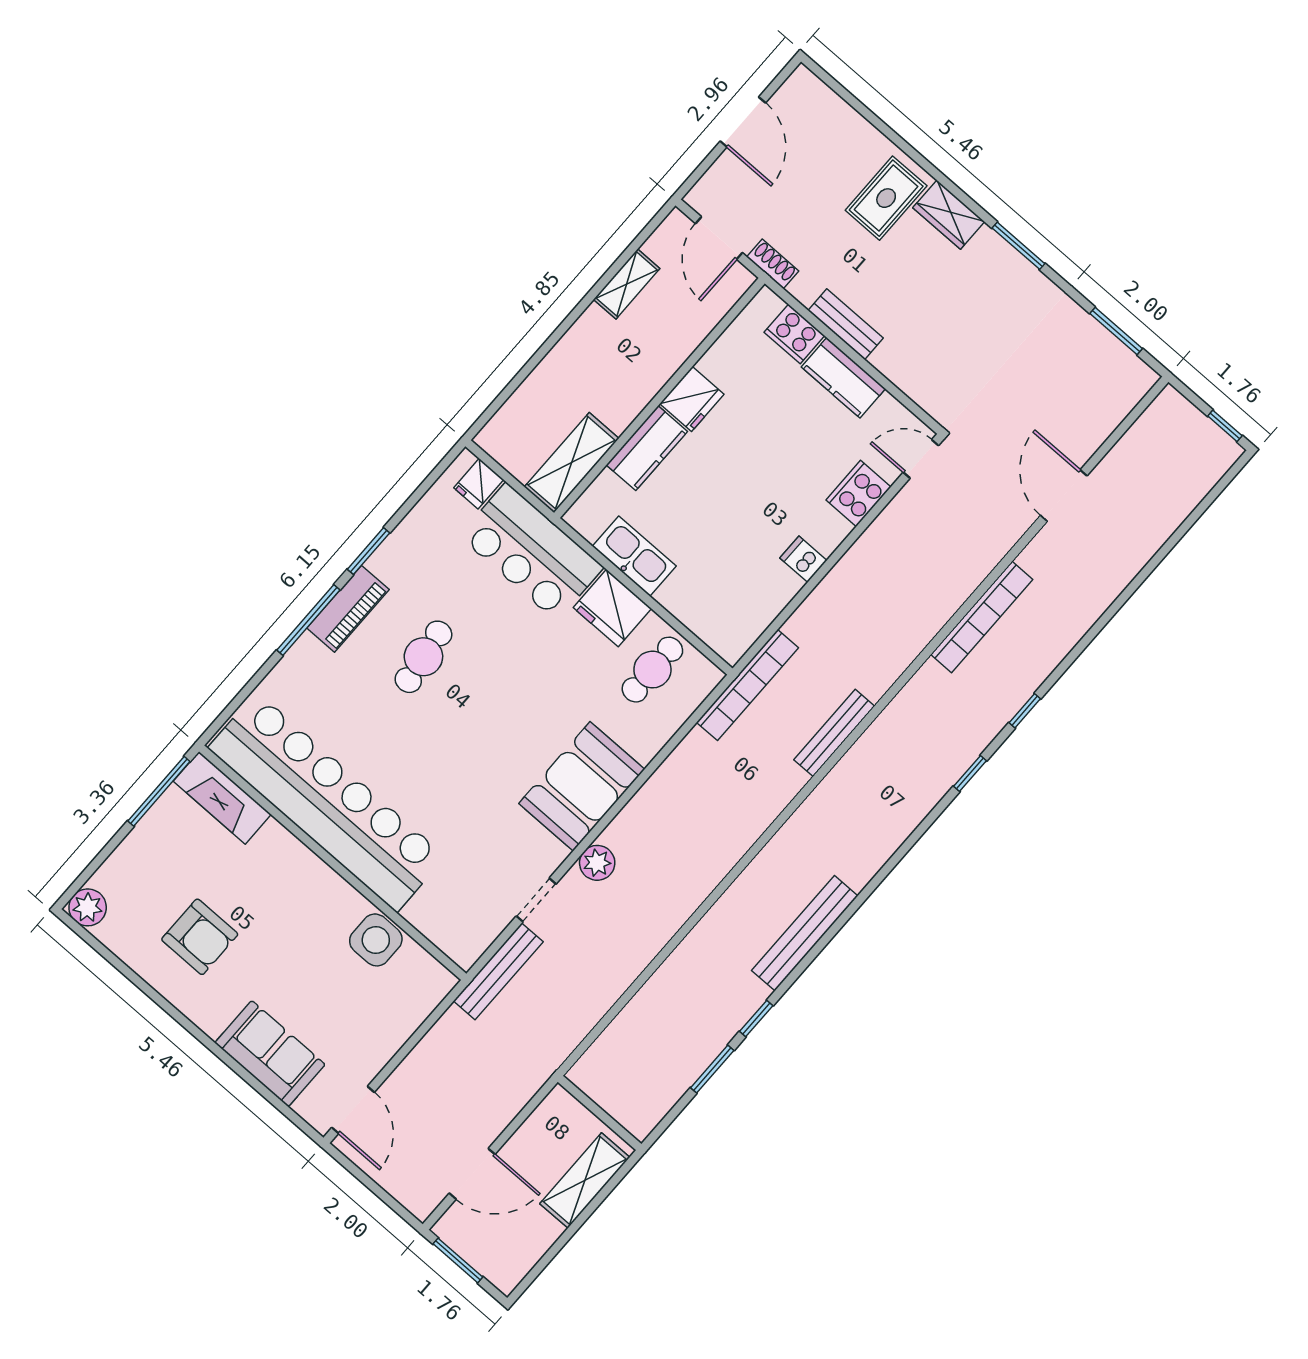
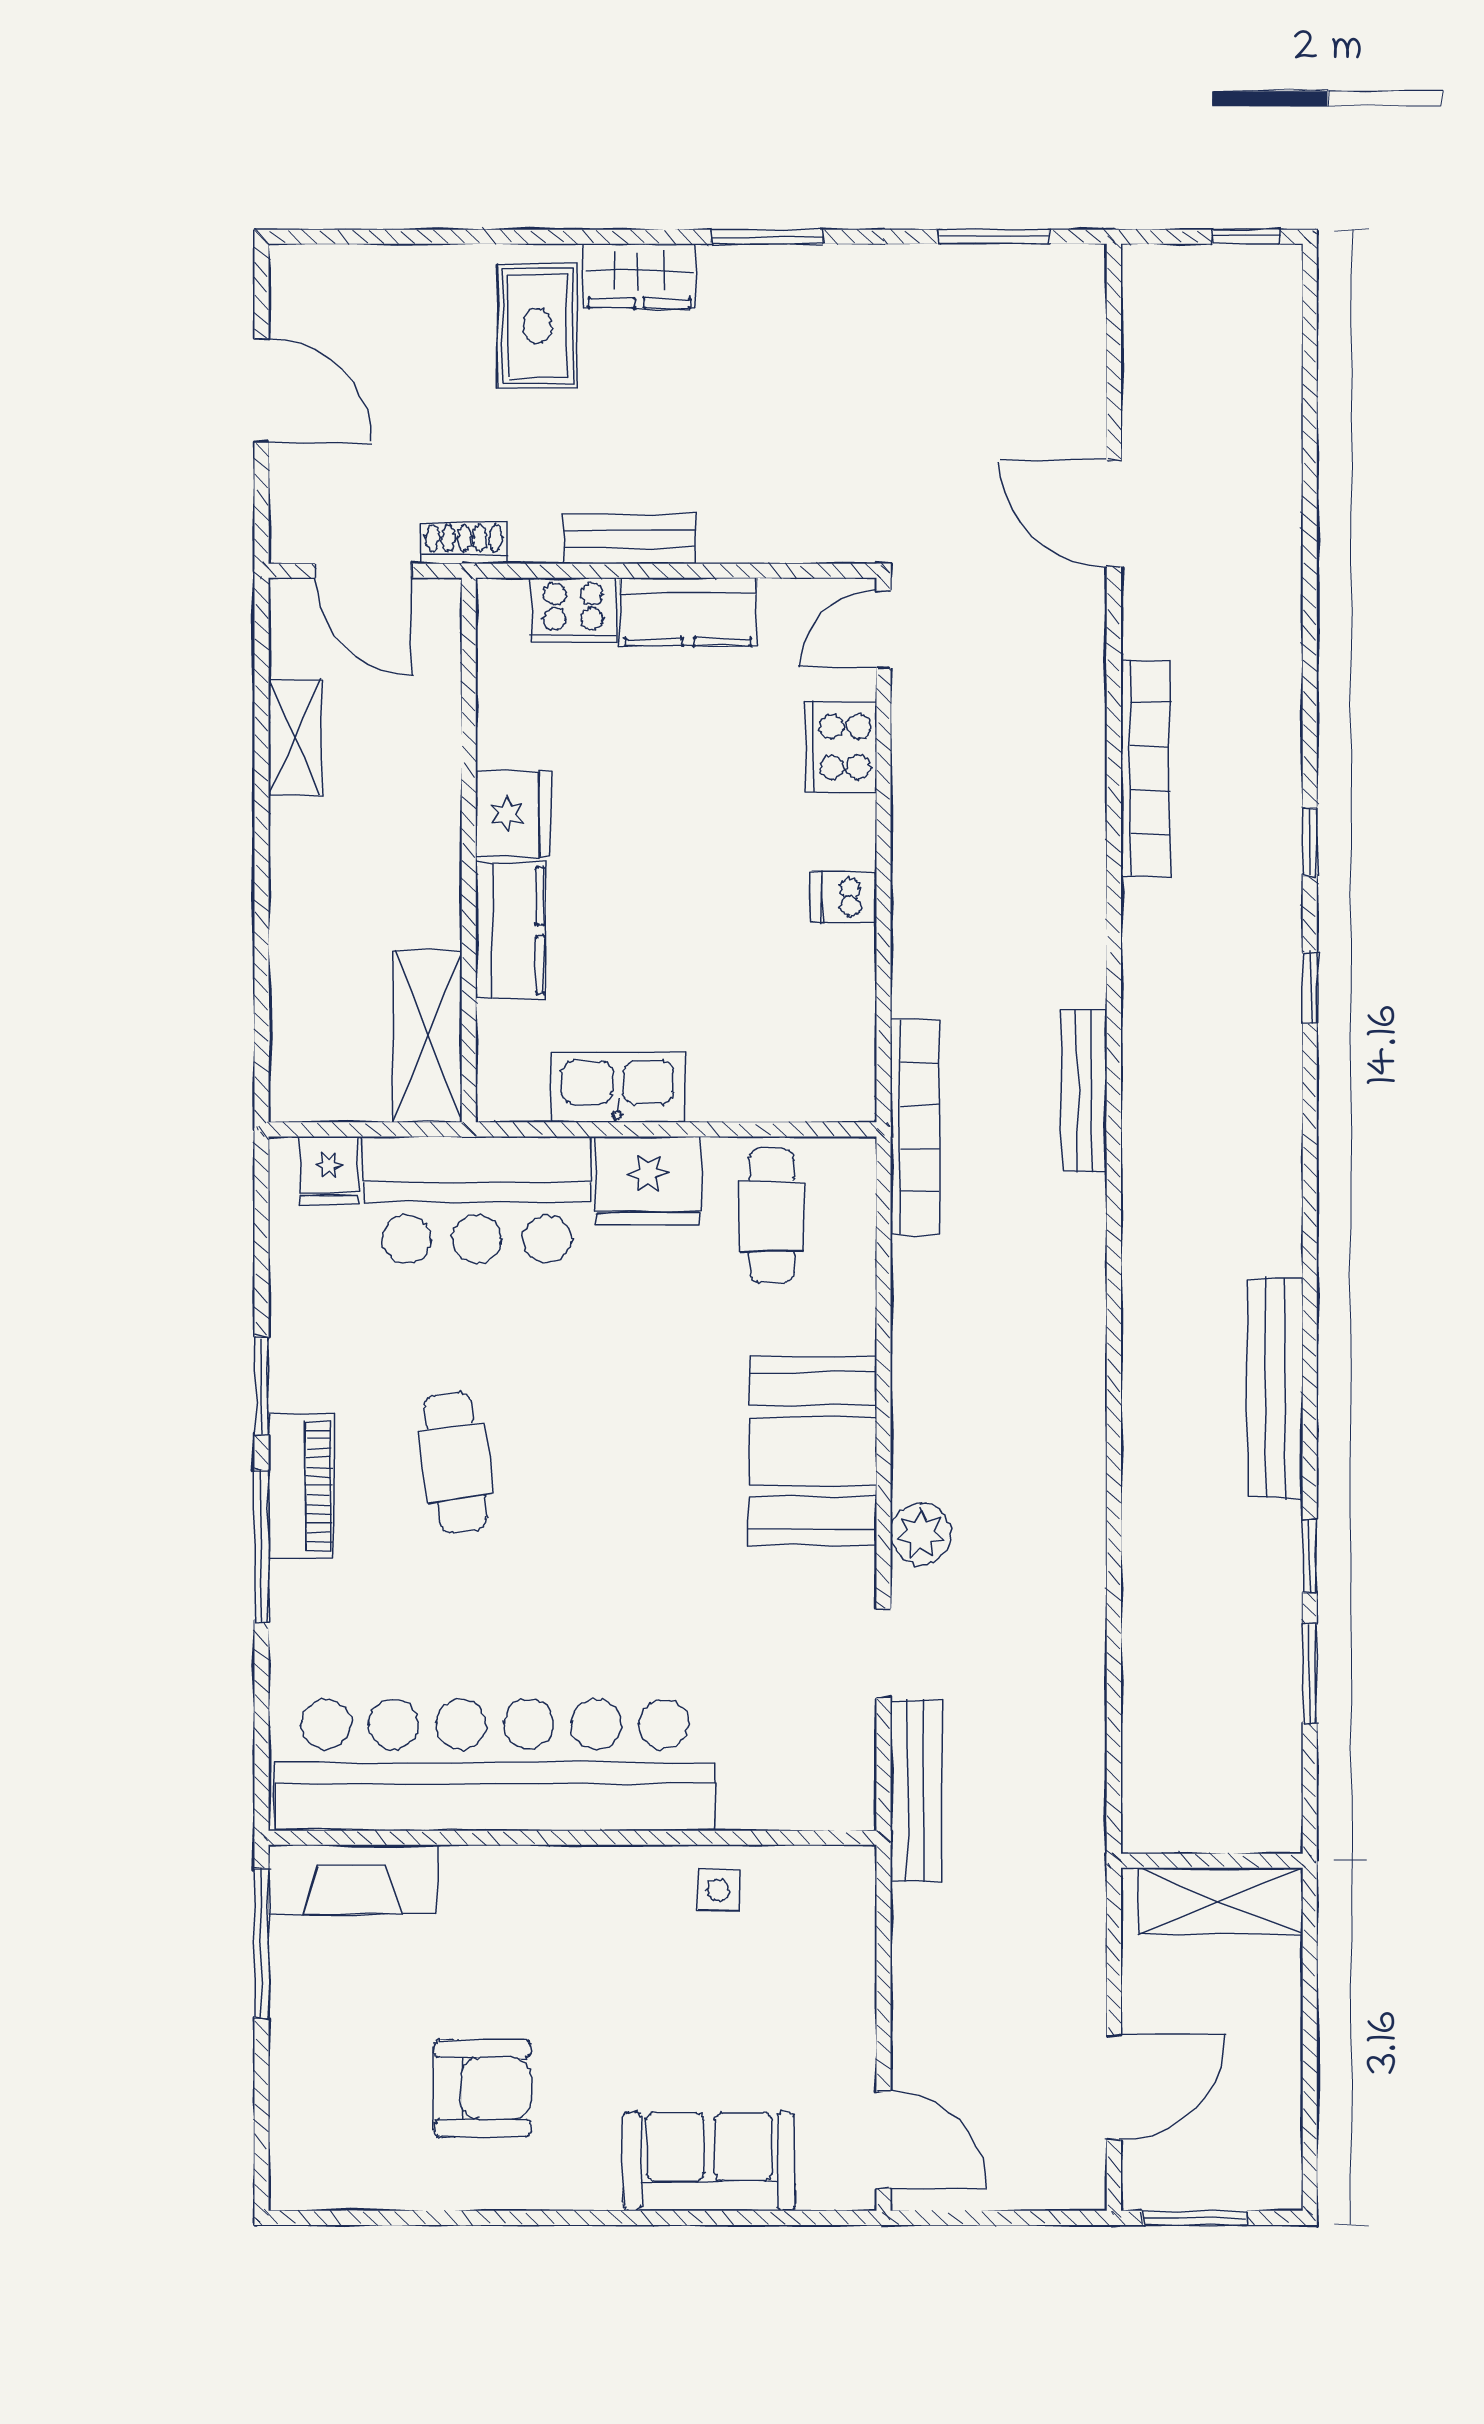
plant: (88, 907) -> (301, 2178), removed
side table: (376, 940) -> (718, 1890), width x0.54, depth x0.54
shelving: (585, 1180) -> (1221, 1901), moved, turned 90

